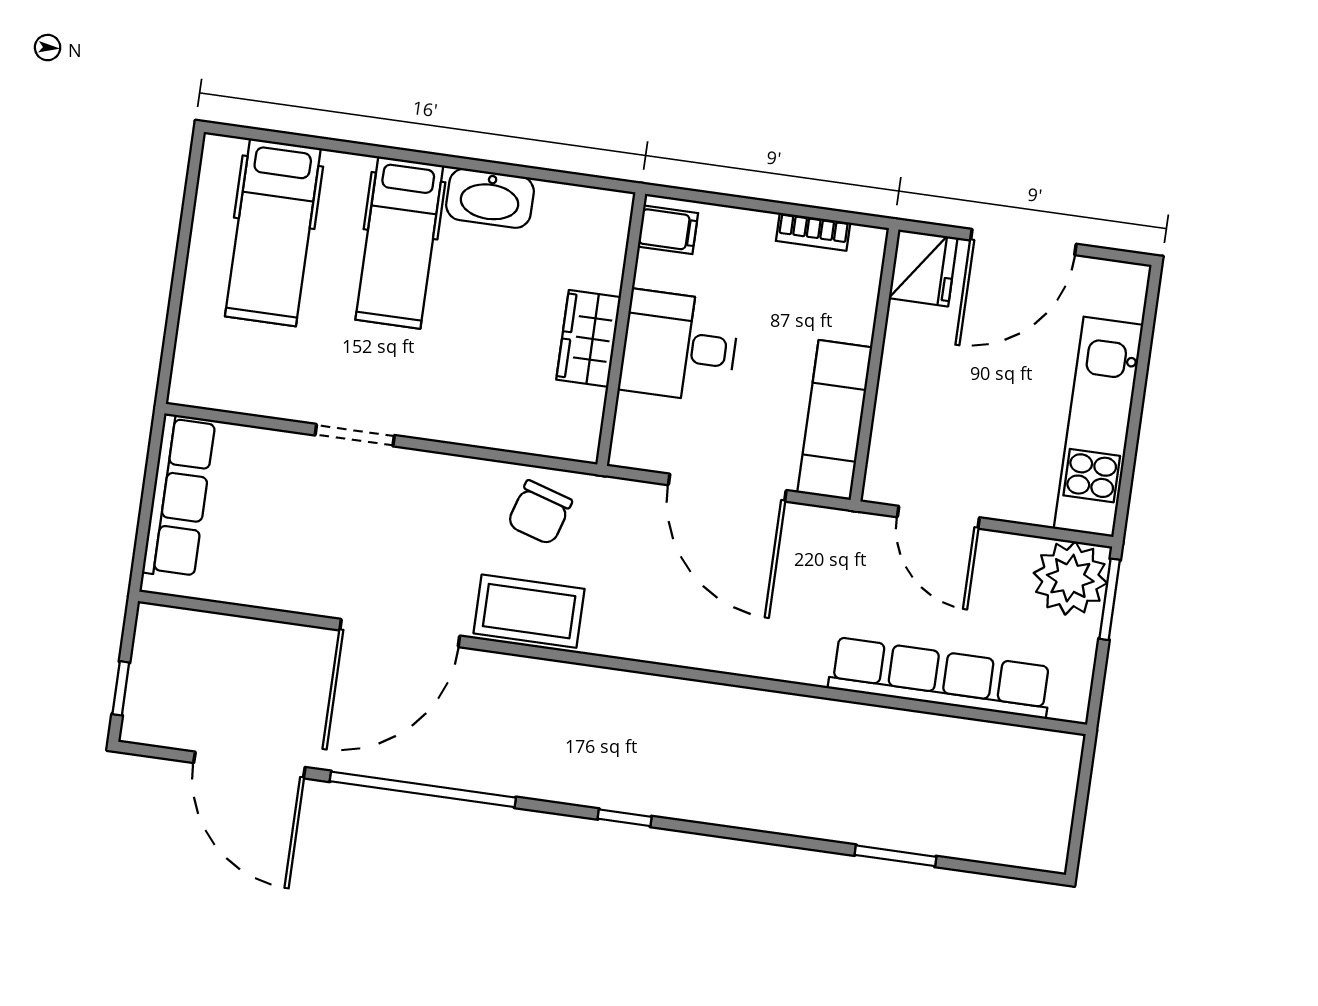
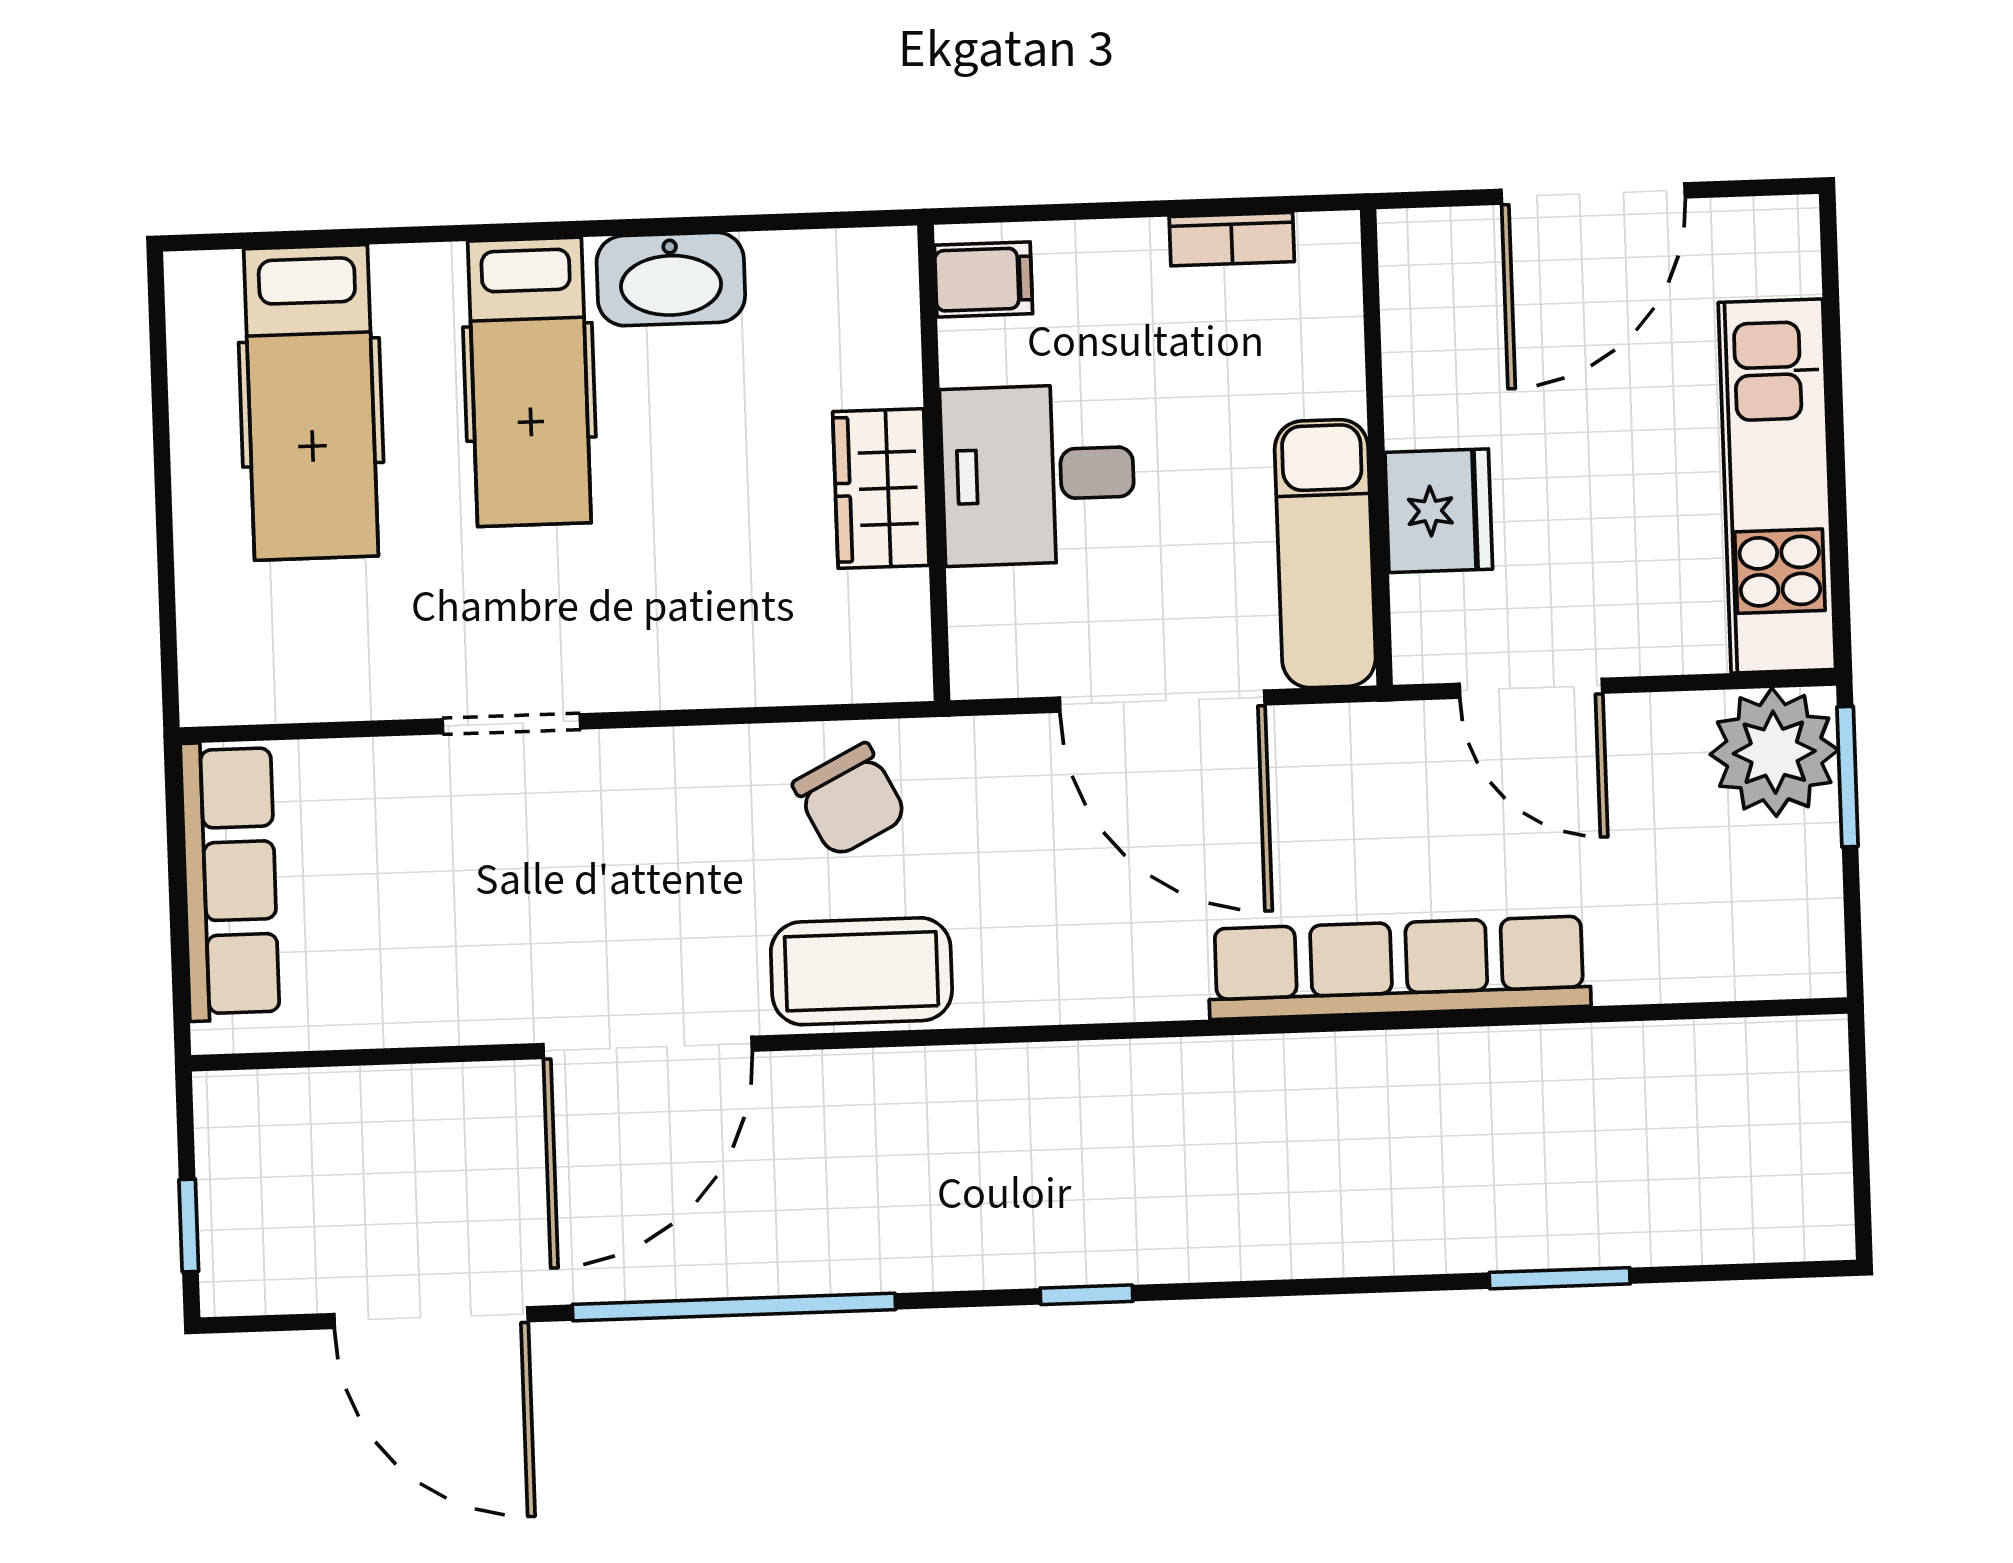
fridge: (923, 268) -> (1439, 511), moved
chair: (540, 513) -> (850, 800), turned -44
row of seats: (940, 678) -> (1399, 968), moved

